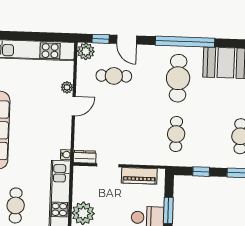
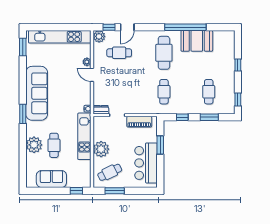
door: (127, 40) -> (127, 27), hinge flipped
window: (185, 42) -> (185, 27), moved
door: (74, 106) -> (92, 75), swing flipped

